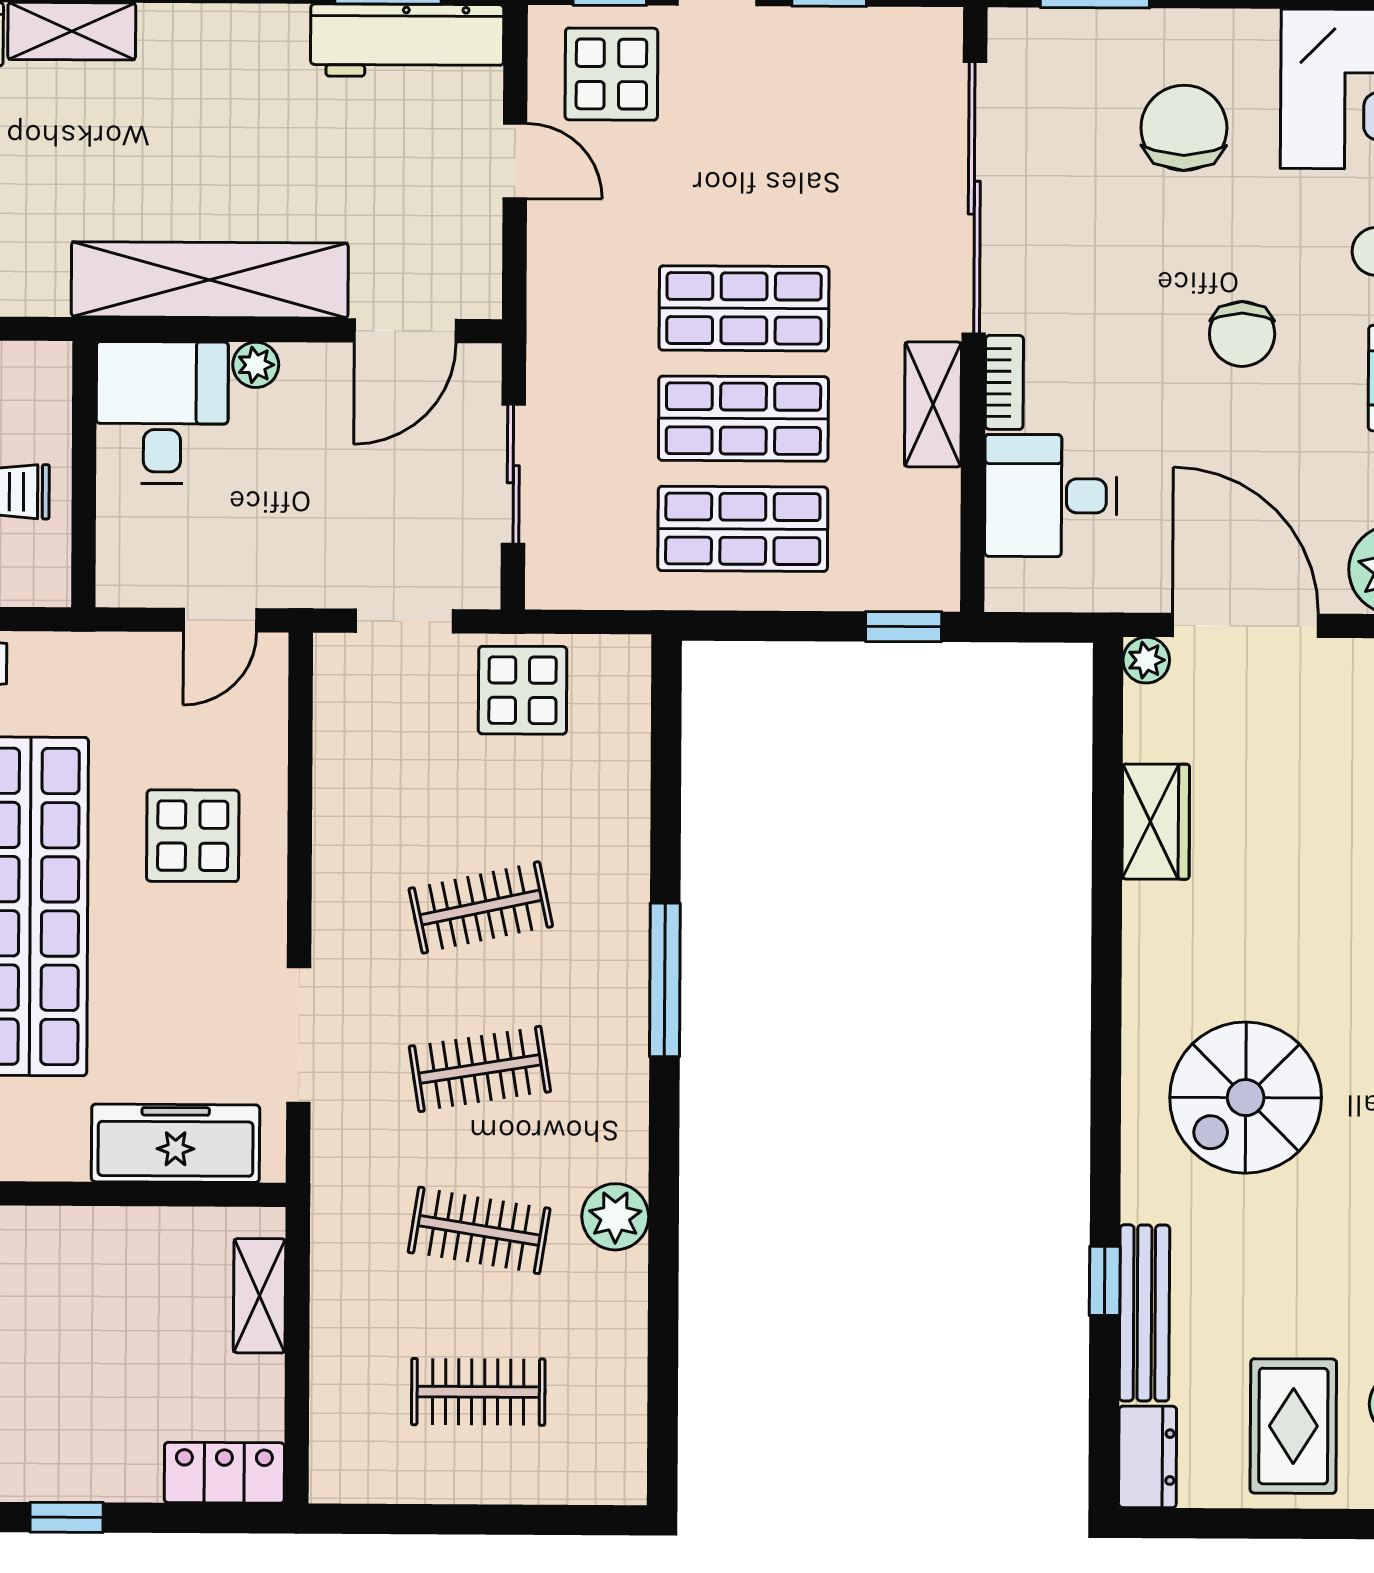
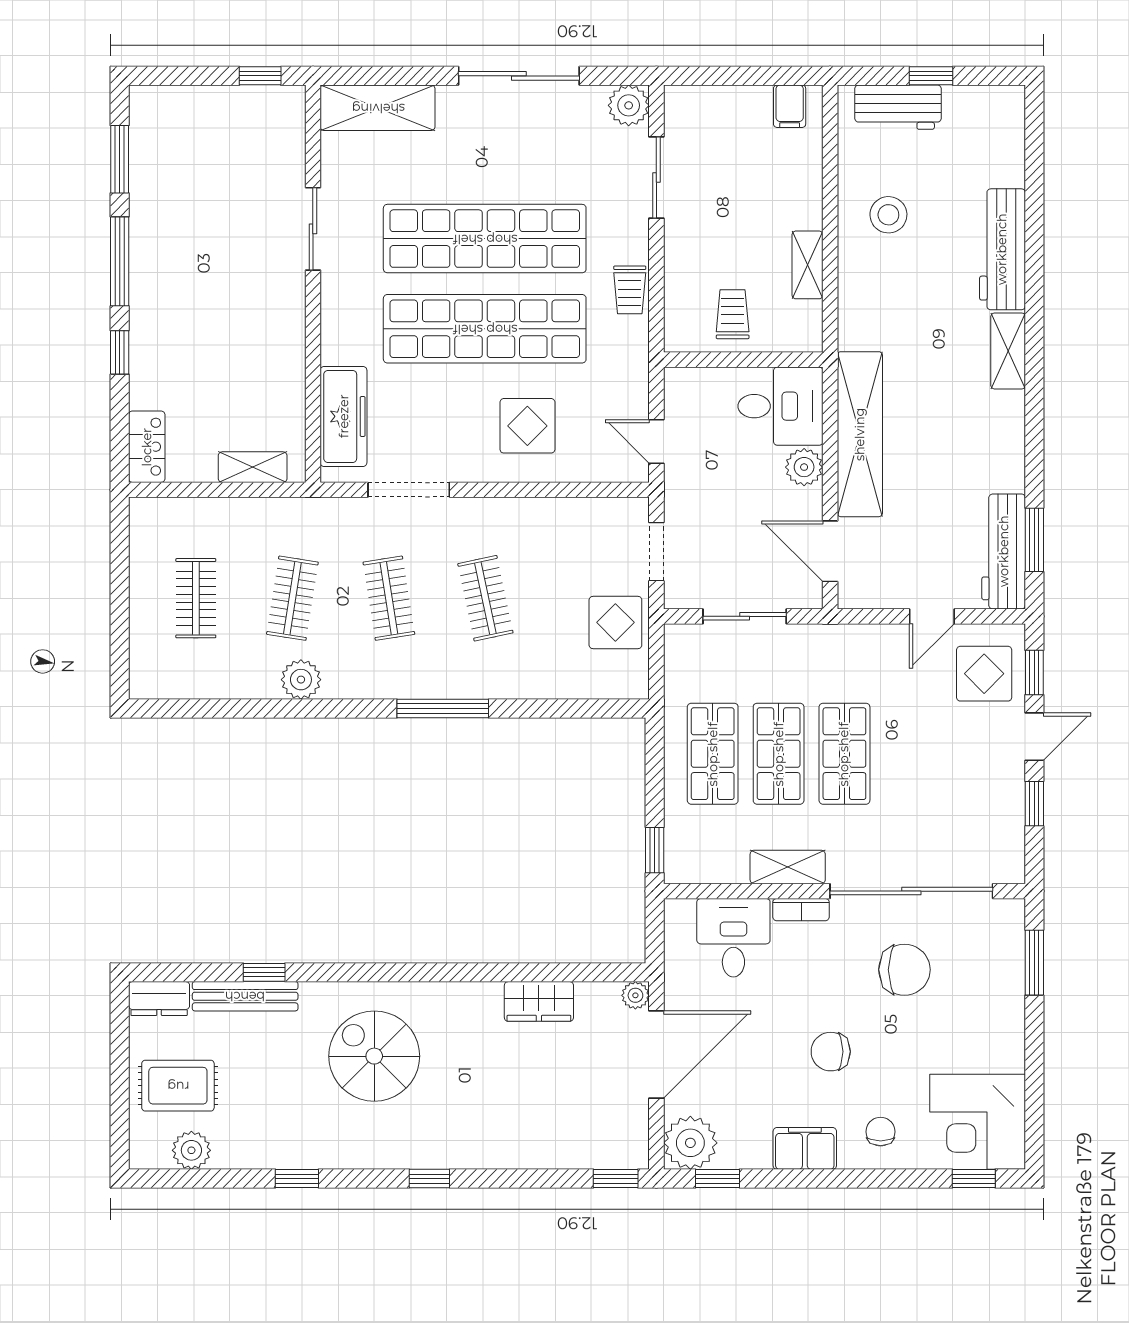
chair: (1184, 128) -> (904, 970), moved
plant: (256, 365) -> (804, 467), width x1.38, depth x1.38

